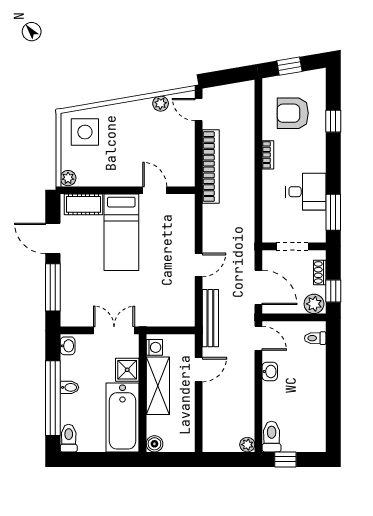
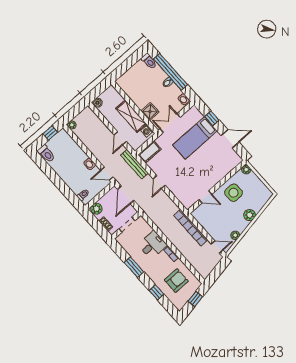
plant: (117, 113) -> (250, 215), added
side table: (85, 132) -> (233, 193), moved
desk: (306, 192) -> (152, 245), moved, turned 180
cot: (83, 204) -> (150, 152), moved
window: (333, 212) -> (134, 267), moved
bed: (121, 232) -> (195, 138), moved, turned -90
window: (53, 287) -> (212, 118), width x0.46
door: (258, 287) -> (126, 195), hinge flipped
window: (333, 291) -> (93, 221), removed
double door: (114, 330) -> (170, 123), swing flipped
bathtub: (122, 417) -> (134, 90), removed
toilet: (272, 437) -> (46, 154), moved
boiler: (154, 444) -> (97, 103), moved

